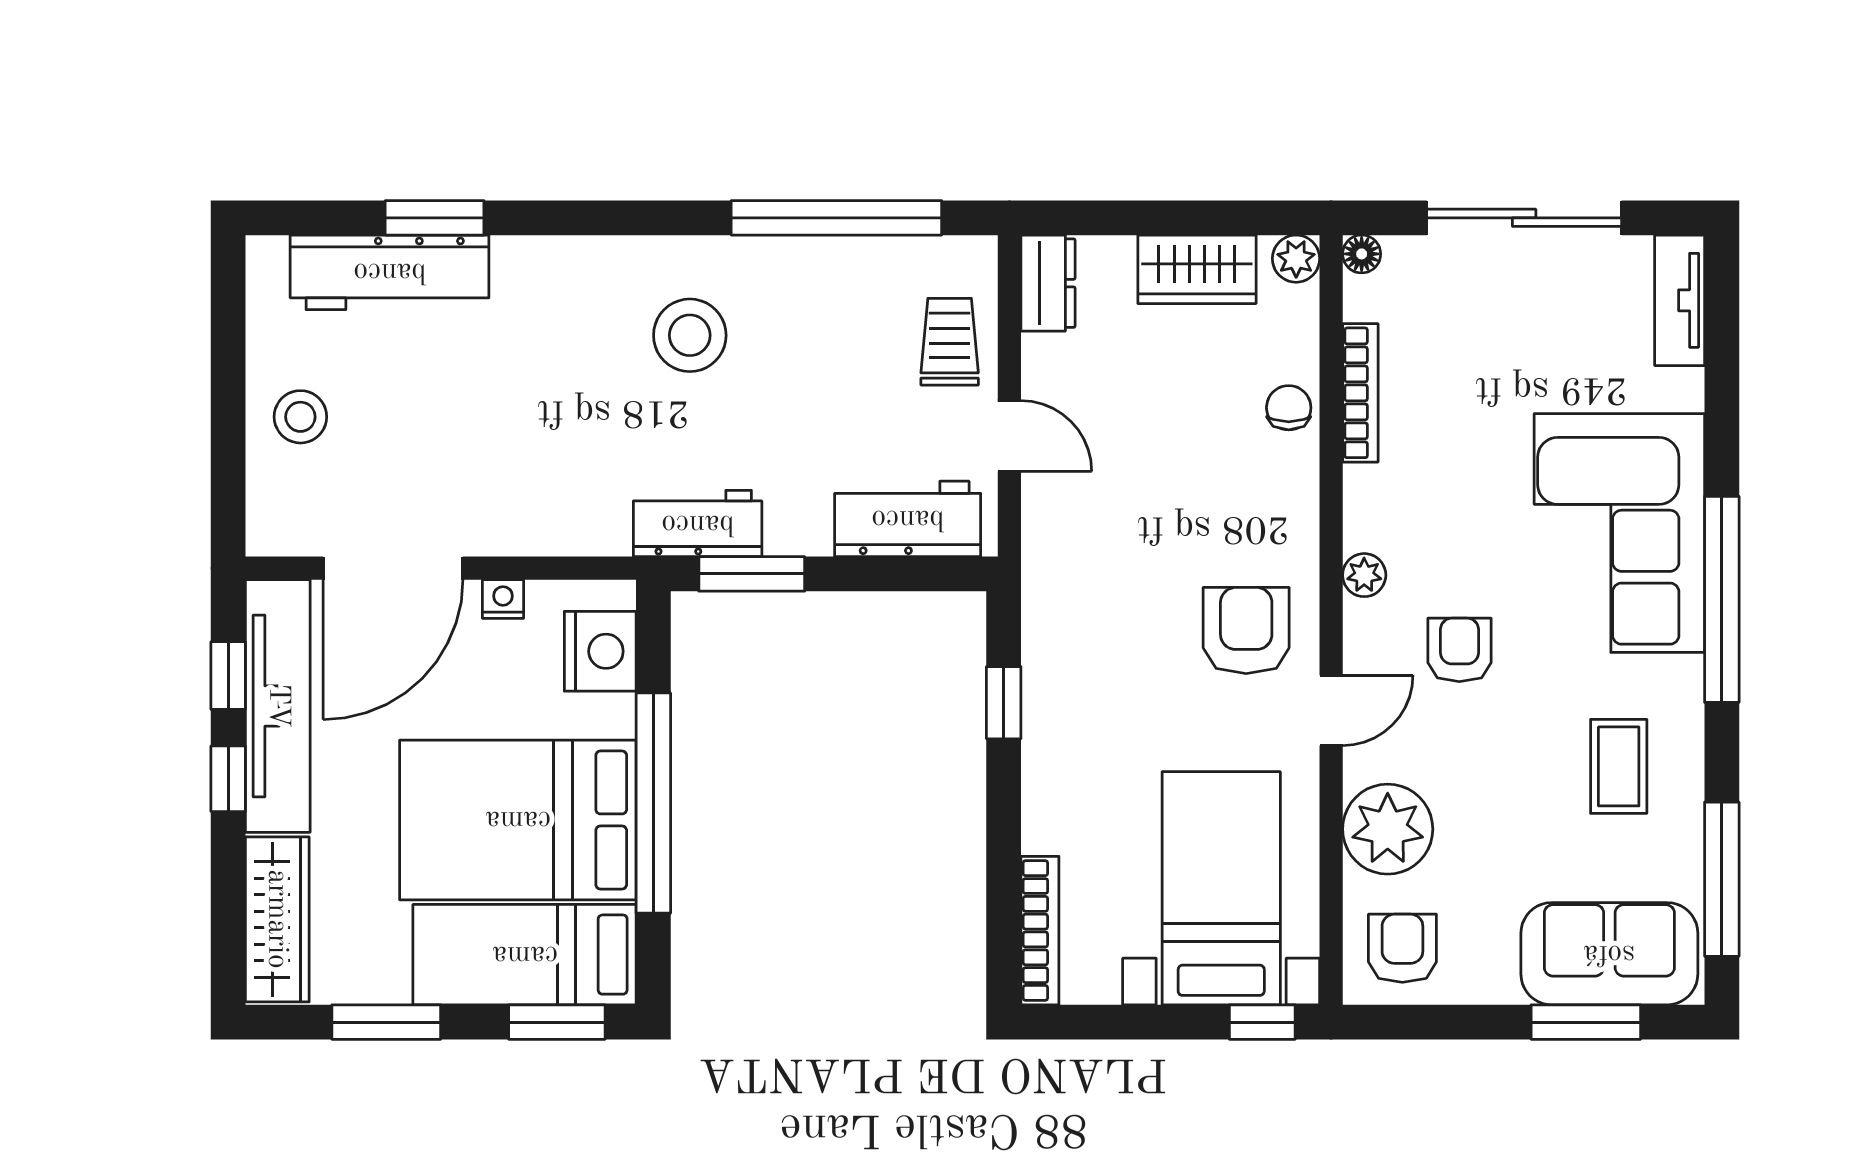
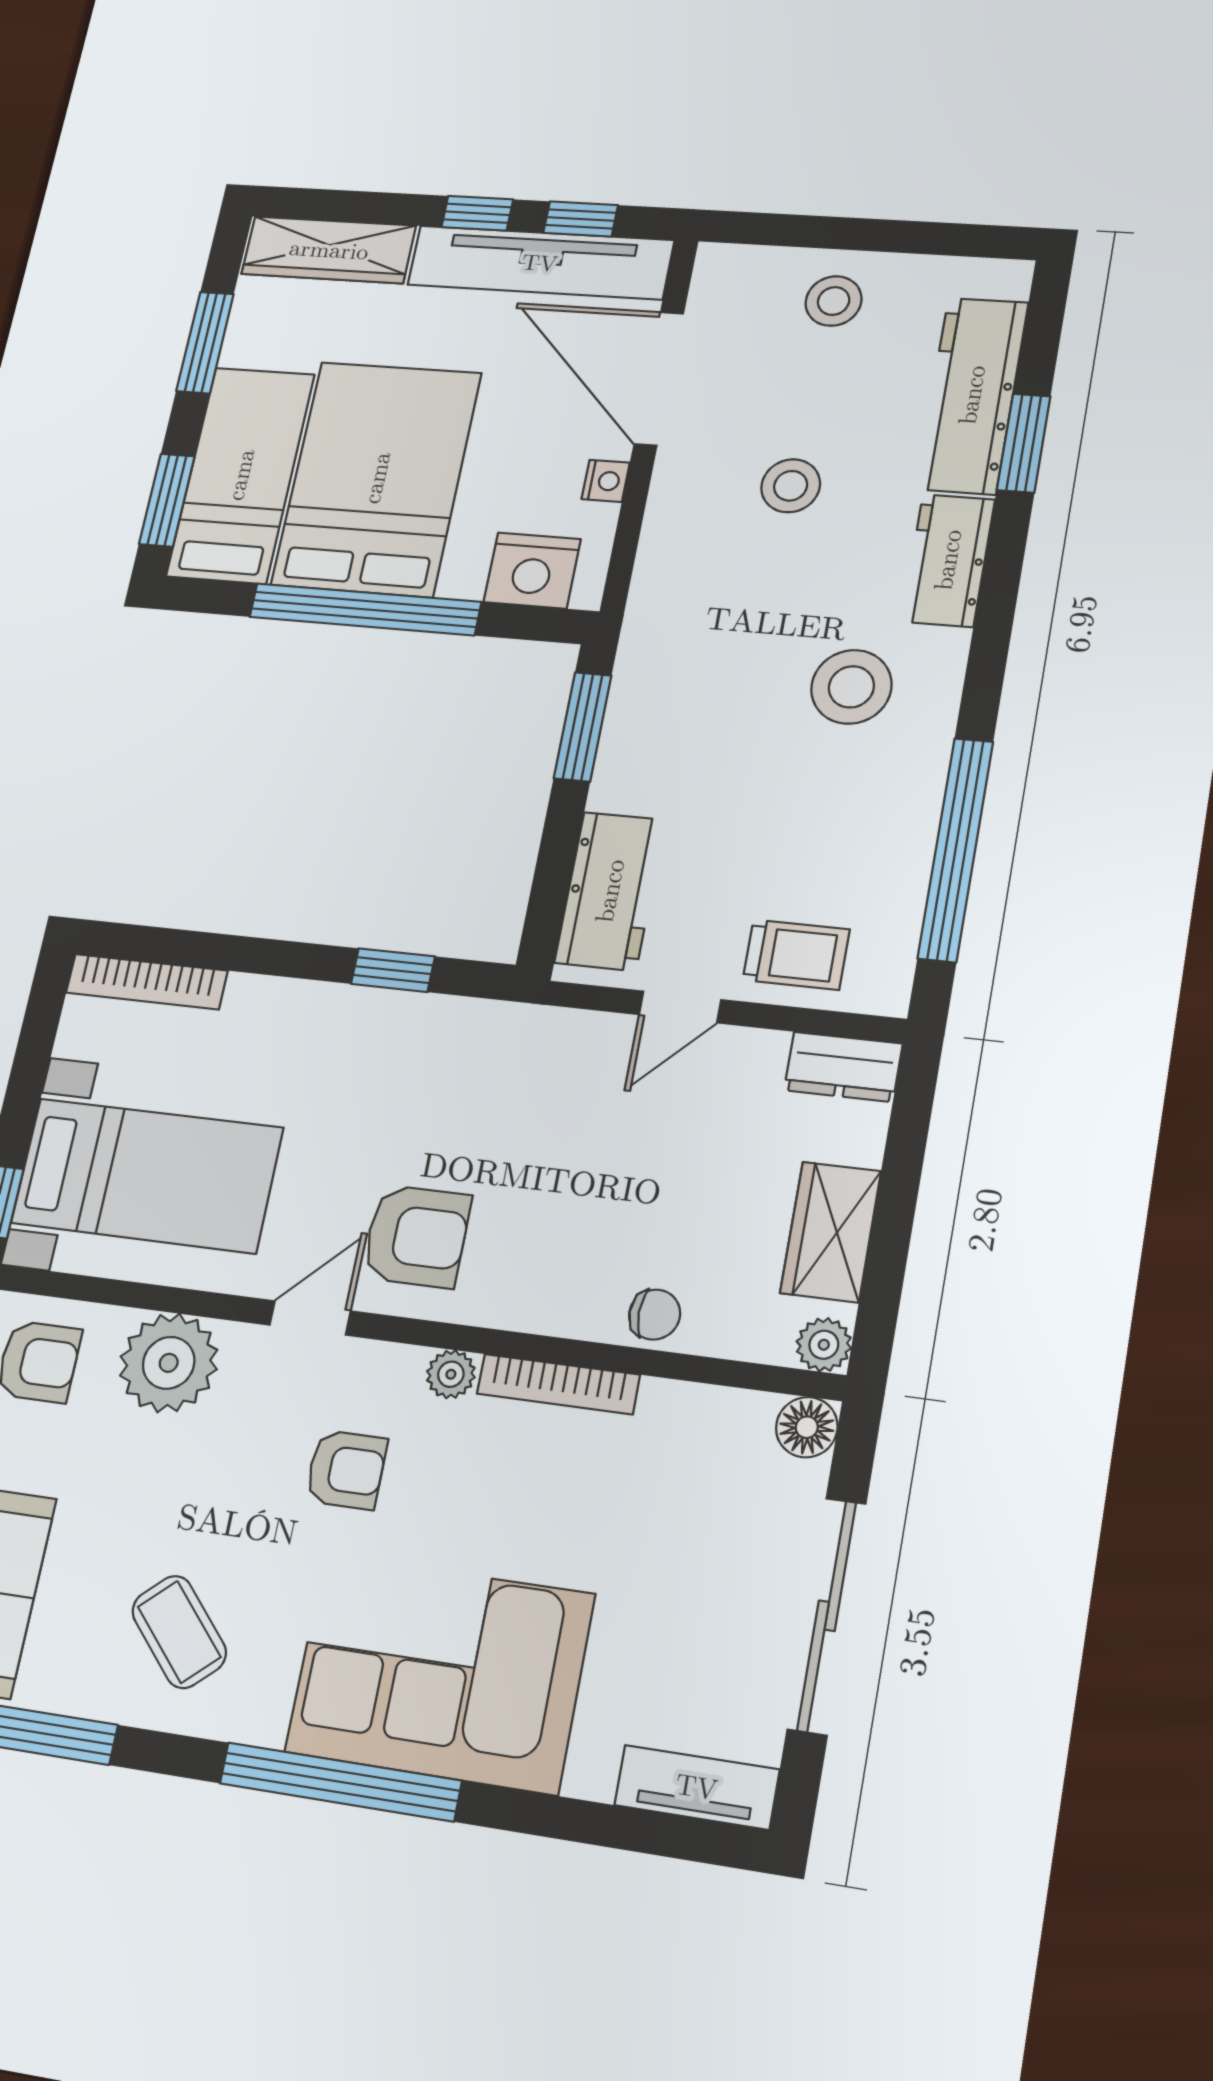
floor lamp: (1362, 254) -> (807, 1427), width x1.37, depth x1.37
bookcase: (1360, 393) -> (558, 1384), moved
stool: (494, 425) -> (791, 486), added
workbench: (698, 524) -> (948, 560), moved, turned 180
door: (1331, 710) -> (310, 1318), swing flipped
coffee table: (1619, 766) -> (179, 1632), turned 48

